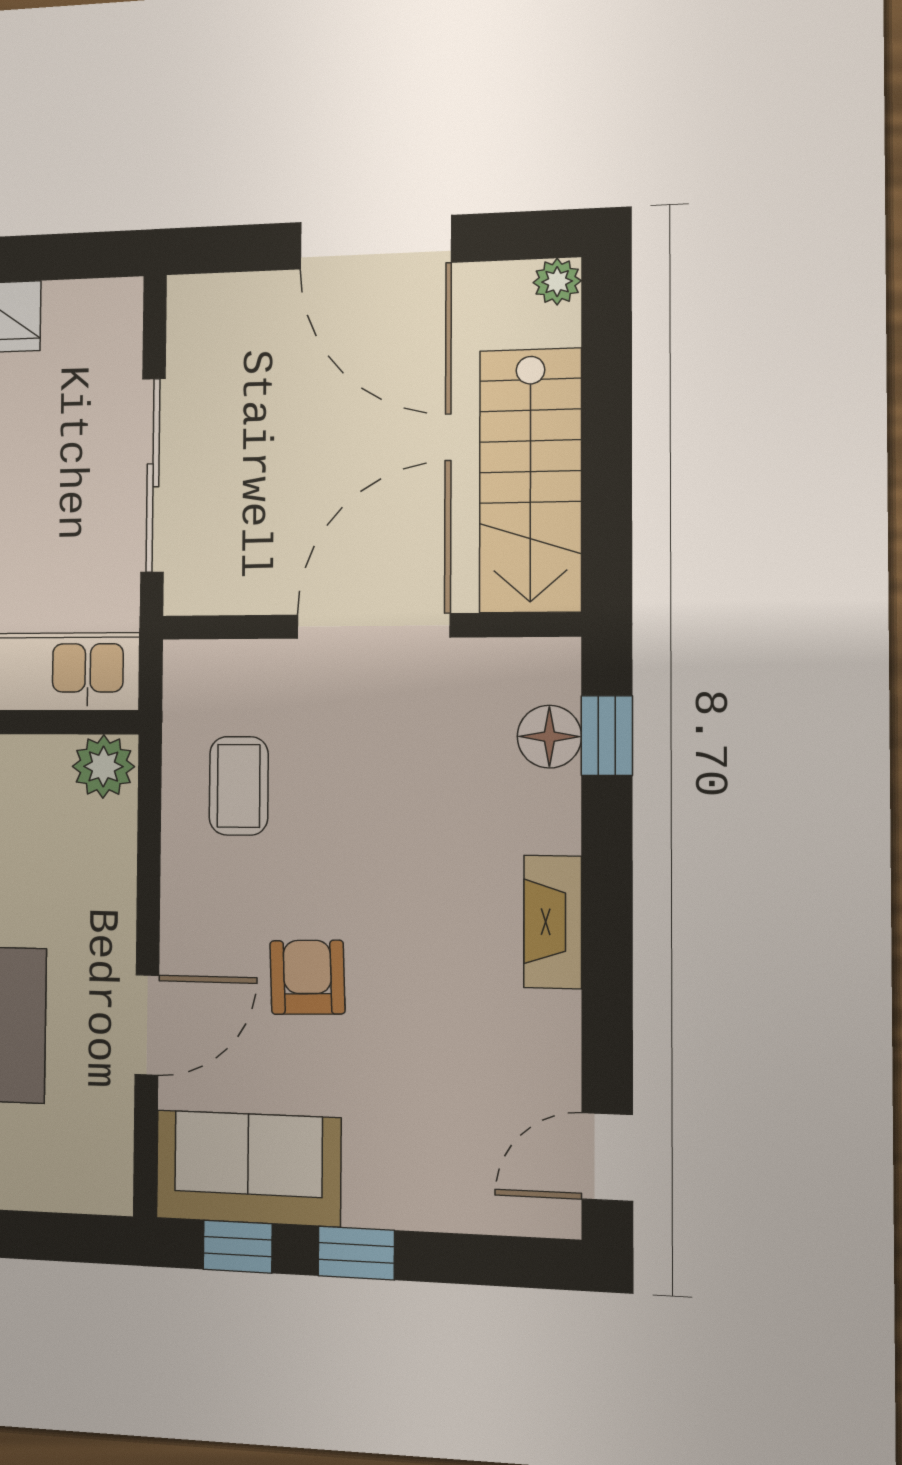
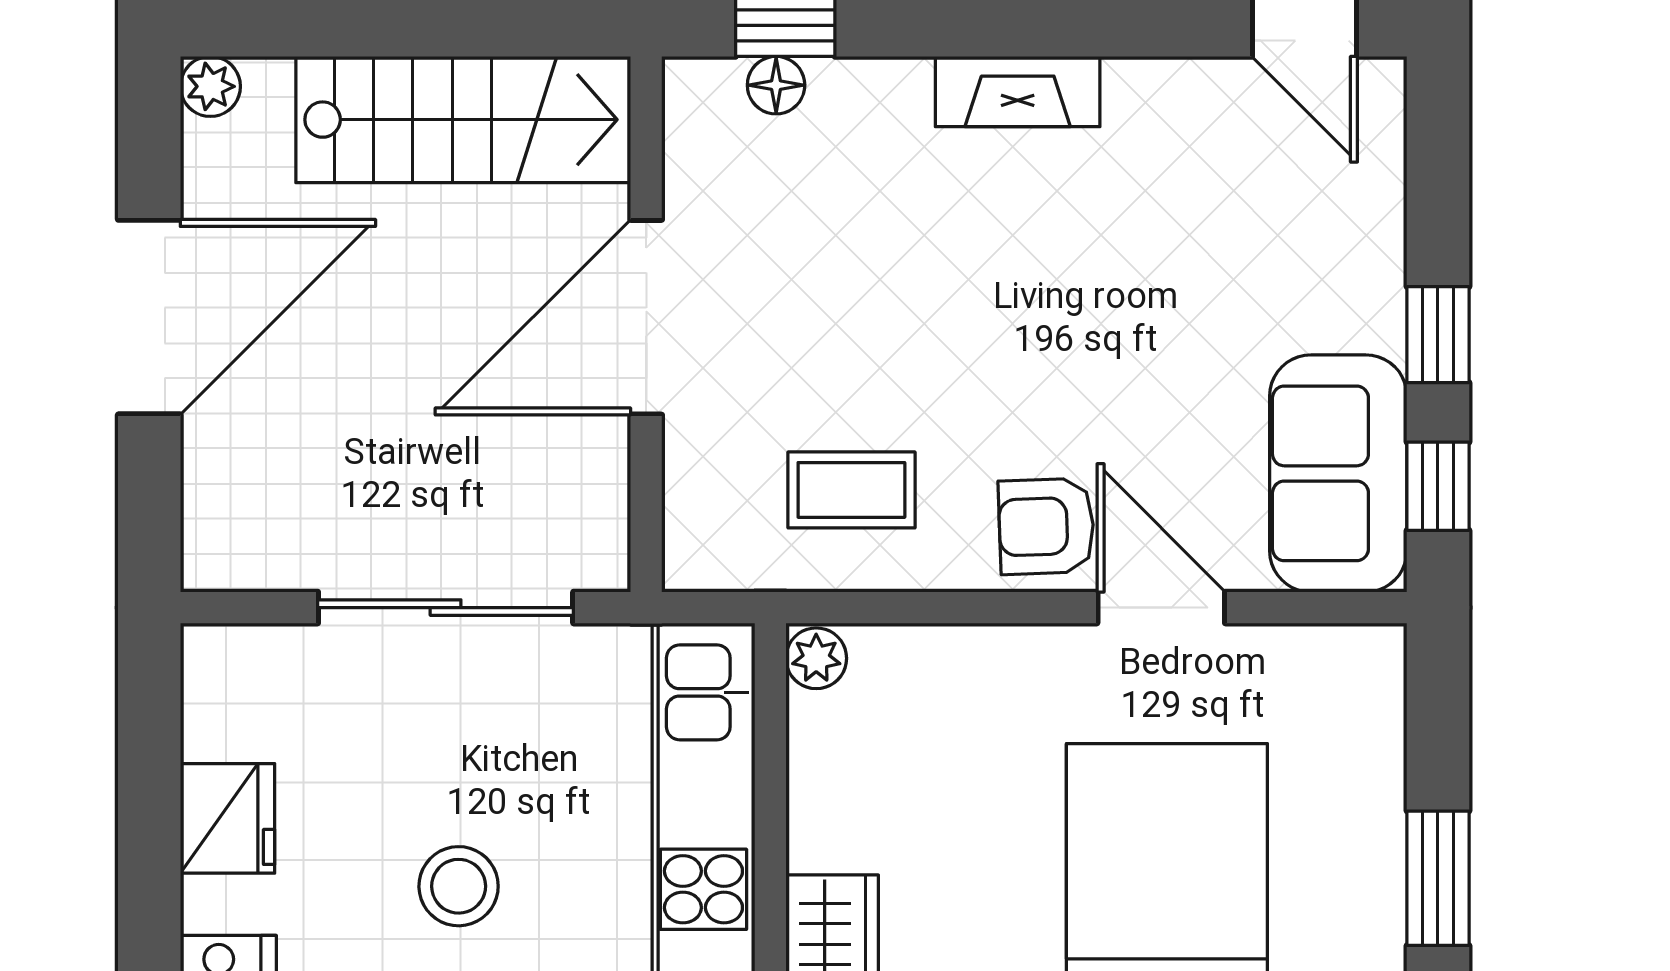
door: (373, 626) -> (646, 317), hinge flipped
floor lamp: (549, 737) -> (776, 85), width x0.73, depth x0.73
plant: (103, 766) -> (816, 658), width x0.73, depth x0.73
armchair: (307, 977) -> (1046, 526), moved

